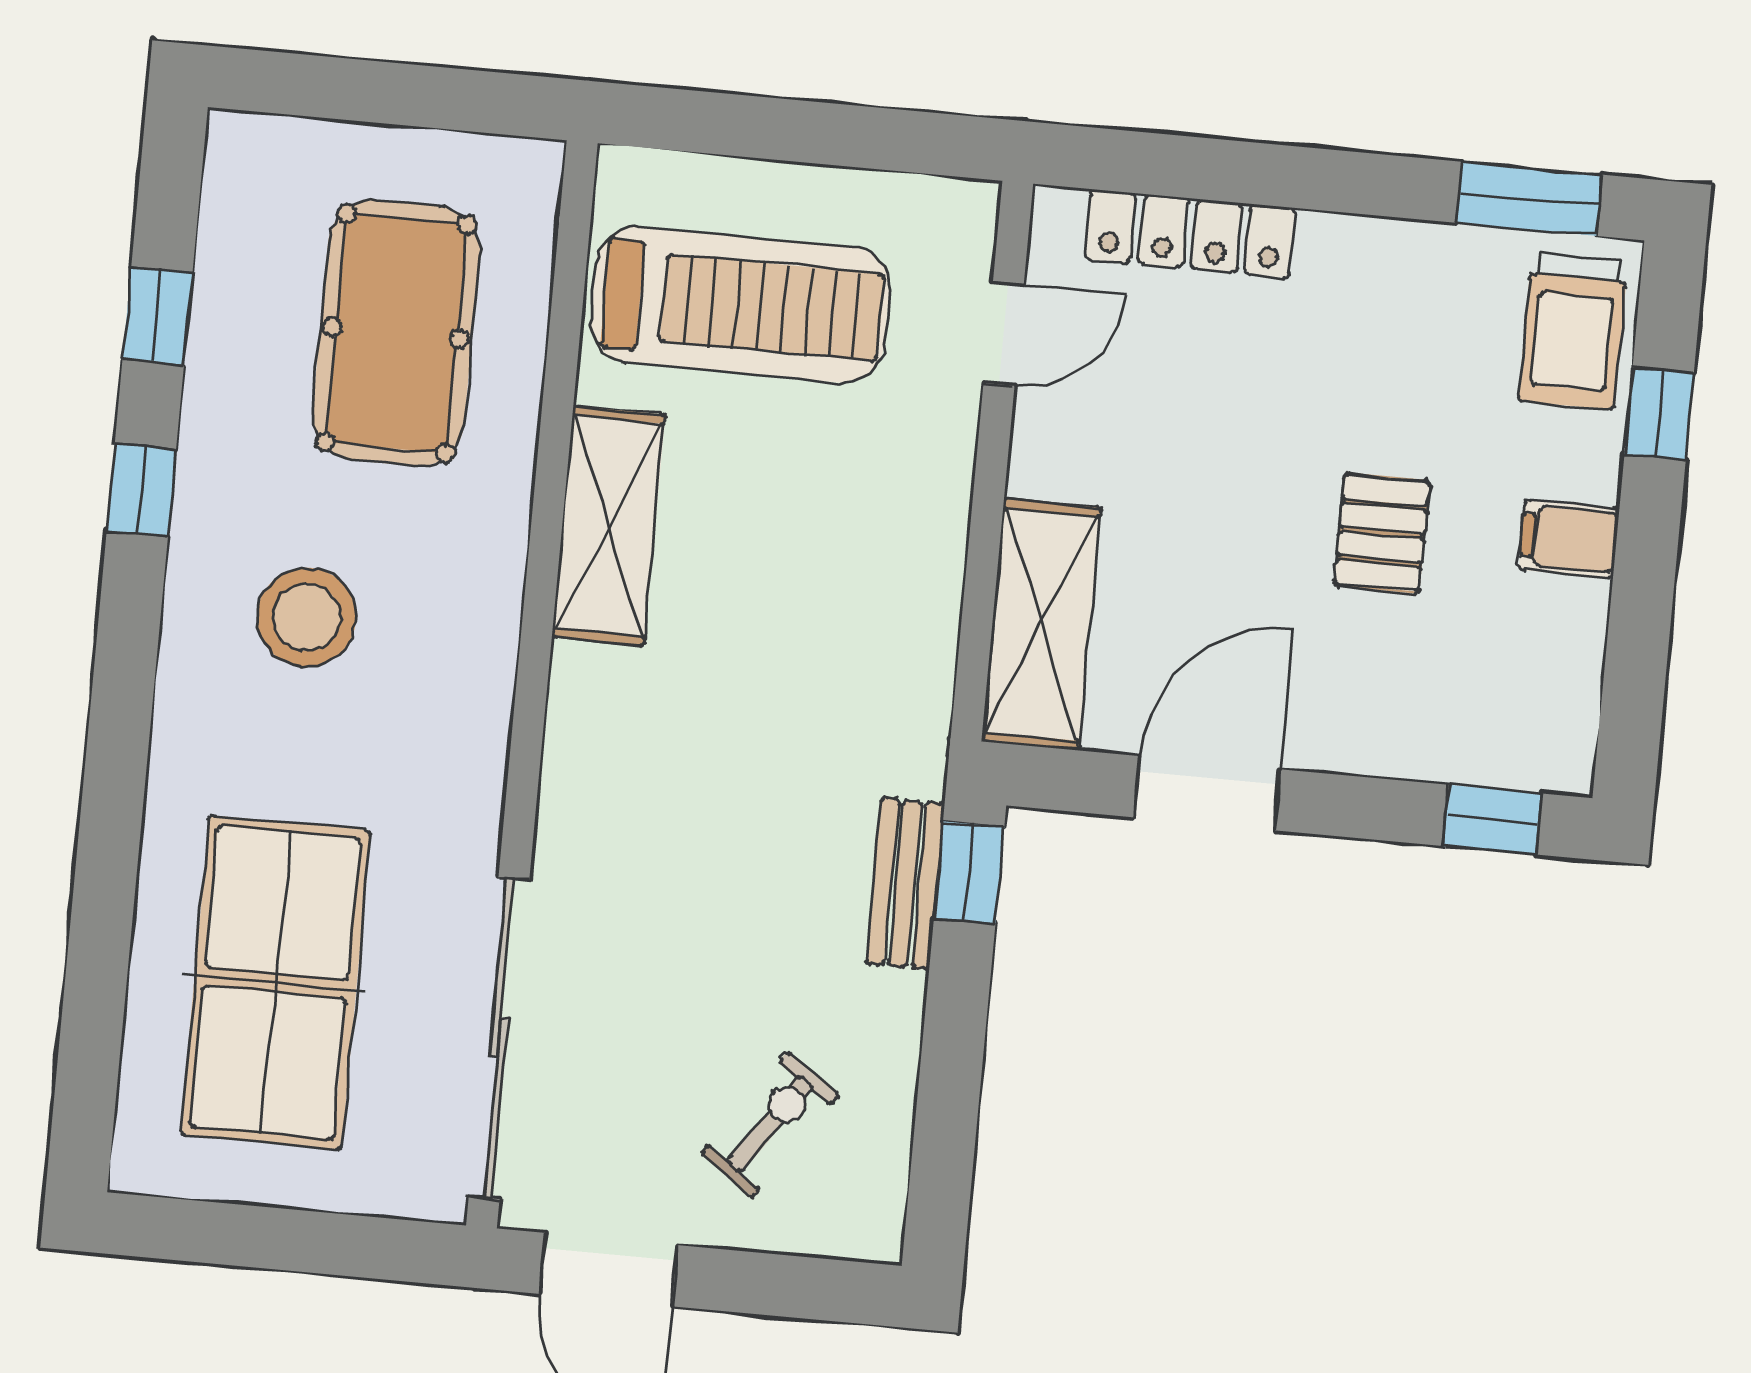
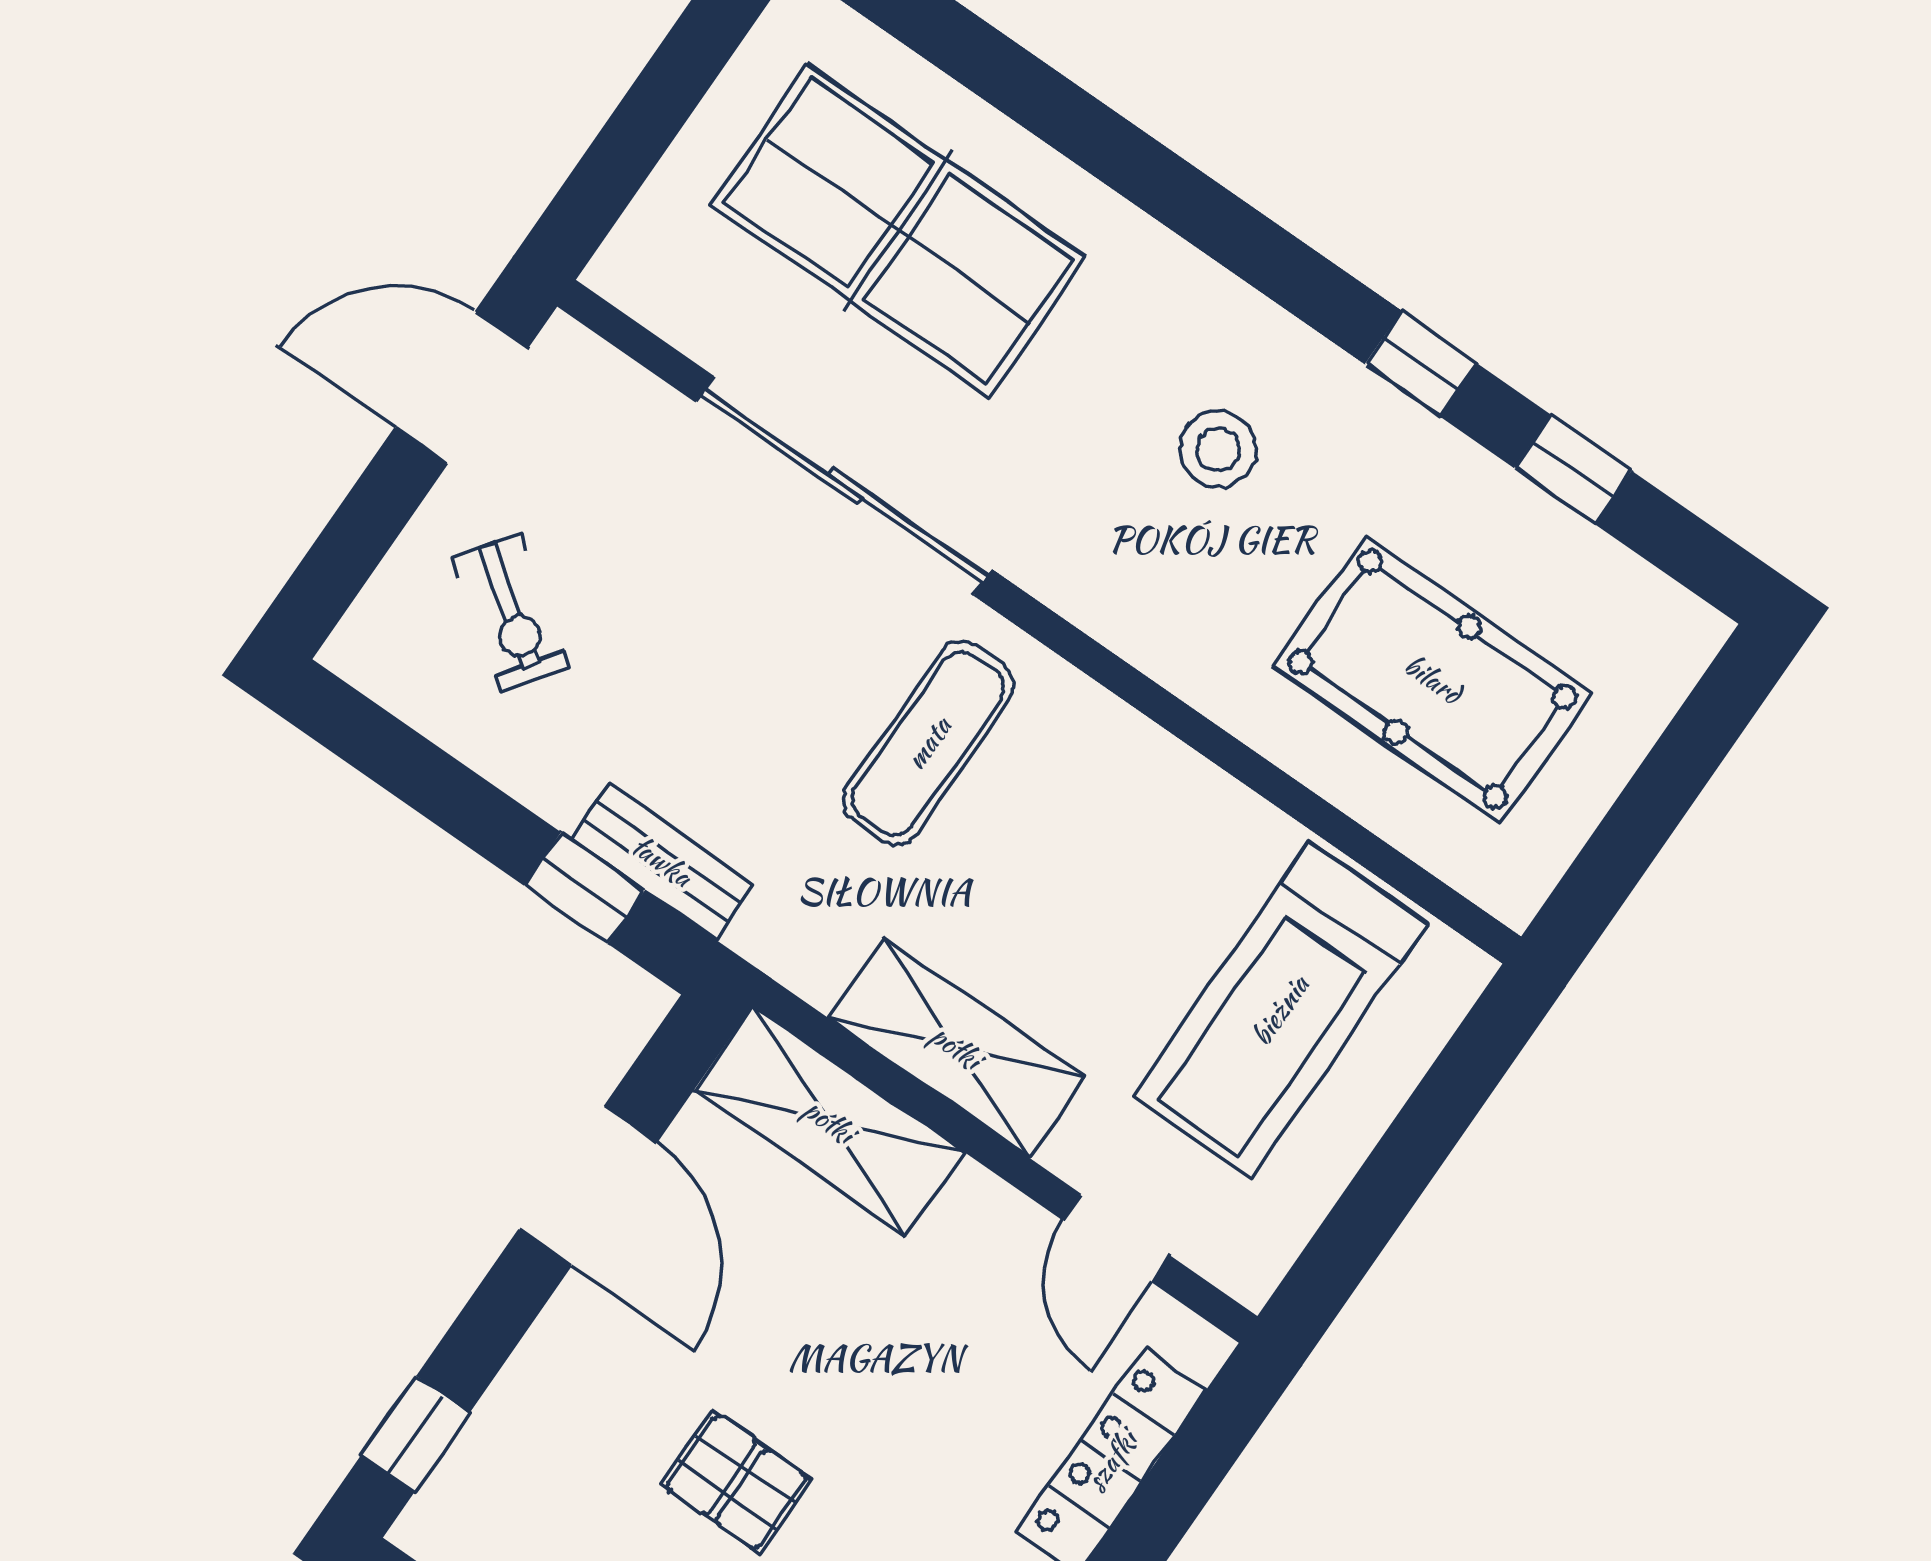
shelving: (609, 526) -> (956, 1047), moved
stool: (306, 617) -> (1218, 449), width x0.73, depth x0.73
exercise mat: (684, 719) -> (928, 743), added
window: (969, 872) -> (584, 888), moved
sliding door: (499, 1038) -> (844, 486), moved

